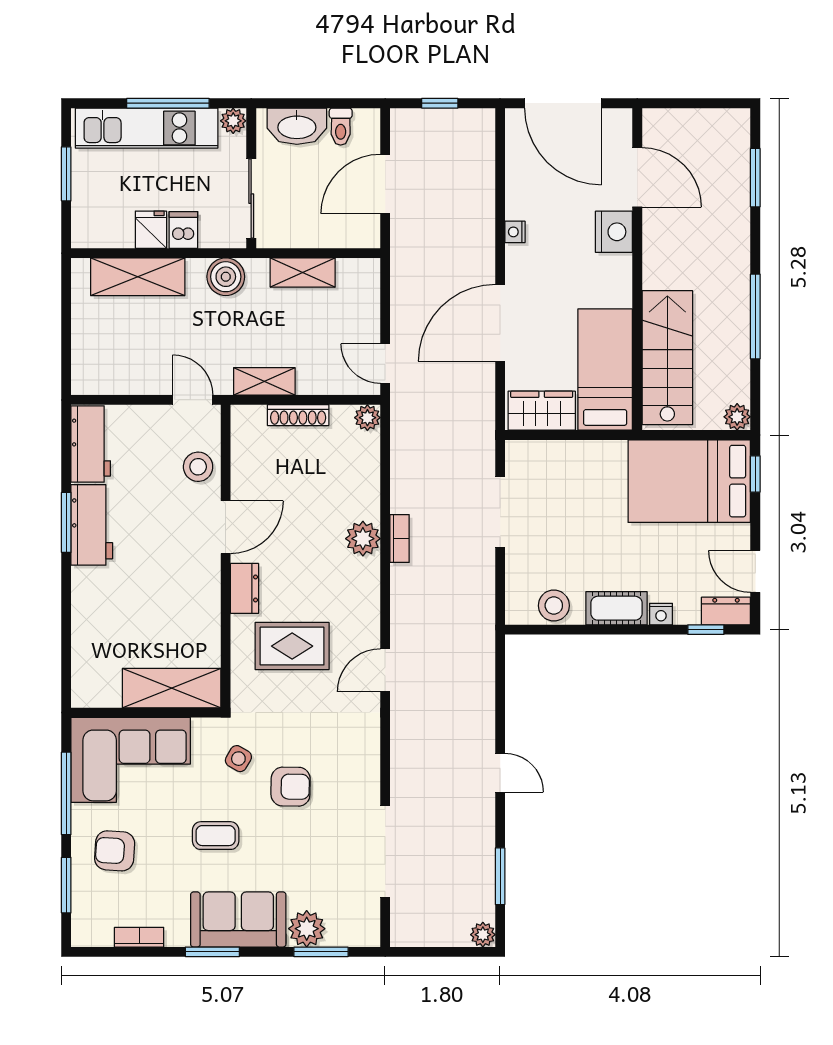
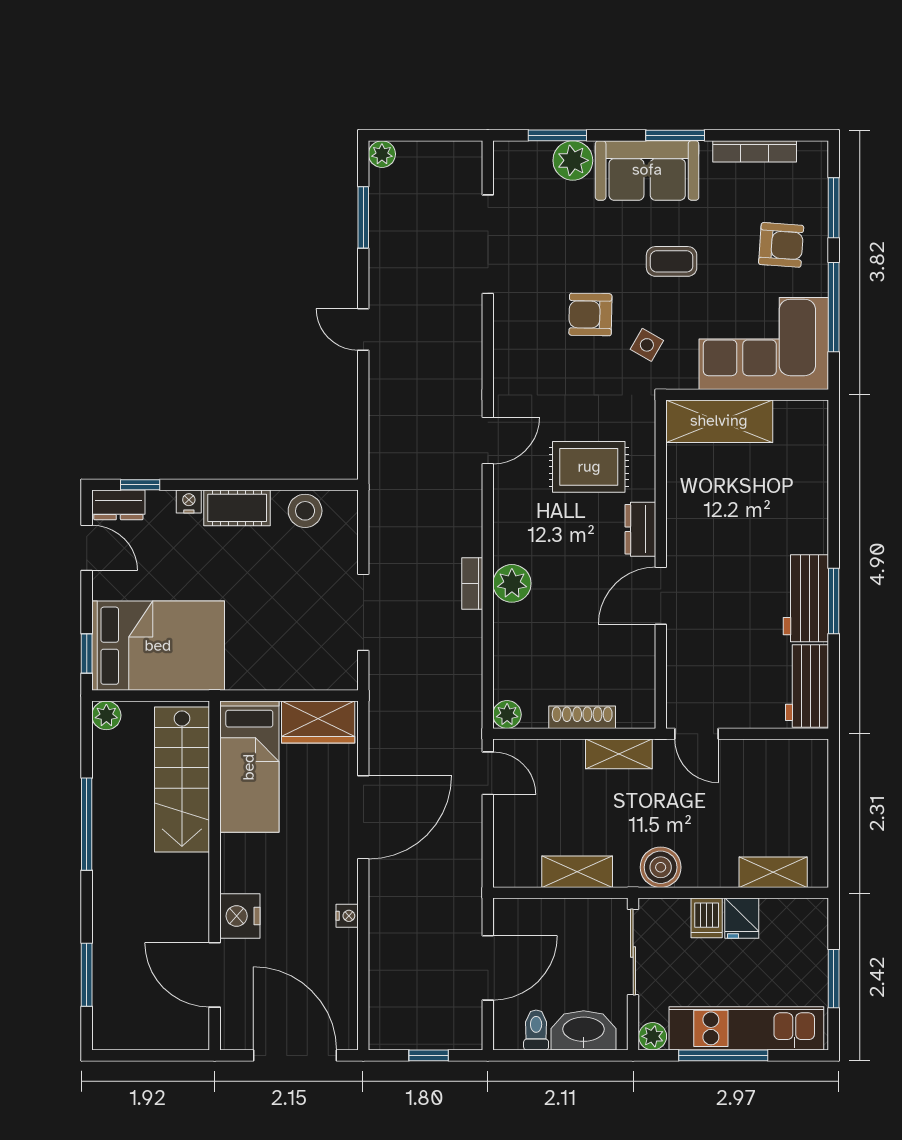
shelving: (138, 277) -> (773, 872), width x0.67, depth x0.75
stool: (198, 467) -> (691, 661), removed
bookcase: (139, 937) -> (755, 151), width x1.56

